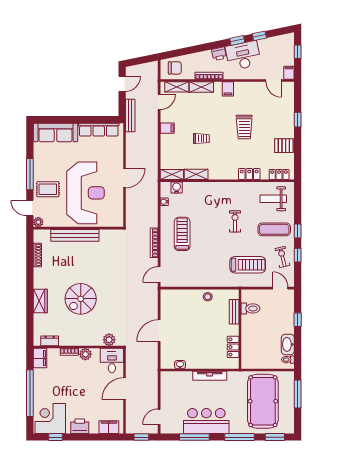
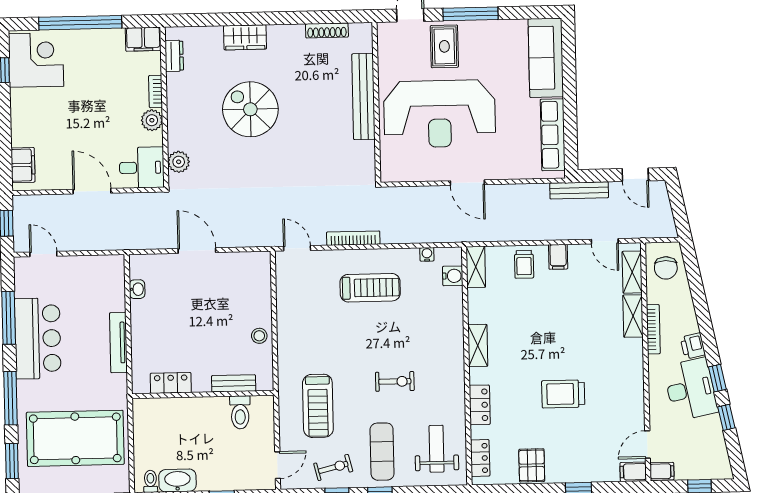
filing cabinet: (228, 89) -> (633, 472), moved
trolley: (201, 139) -> (524, 264), moved
shelving: (196, 174) -> (478, 345), moved
plant: (38, 222) -> (386, 31), removed
printer: (80, 426) -> (23, 113), removed

